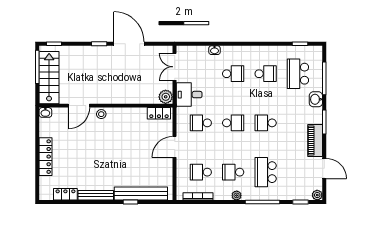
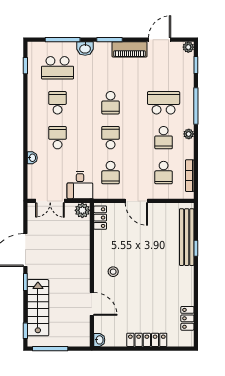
stairs: (49, 78) -> (38, 308), moved, turned 90
stool: (101, 114) -> (113, 272), moved
school desk: (266, 172) -> (164, 103), turned 180
bench: (96, 195) -> (188, 286), removed

